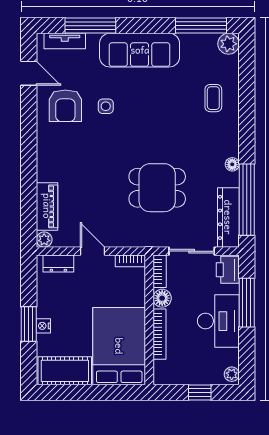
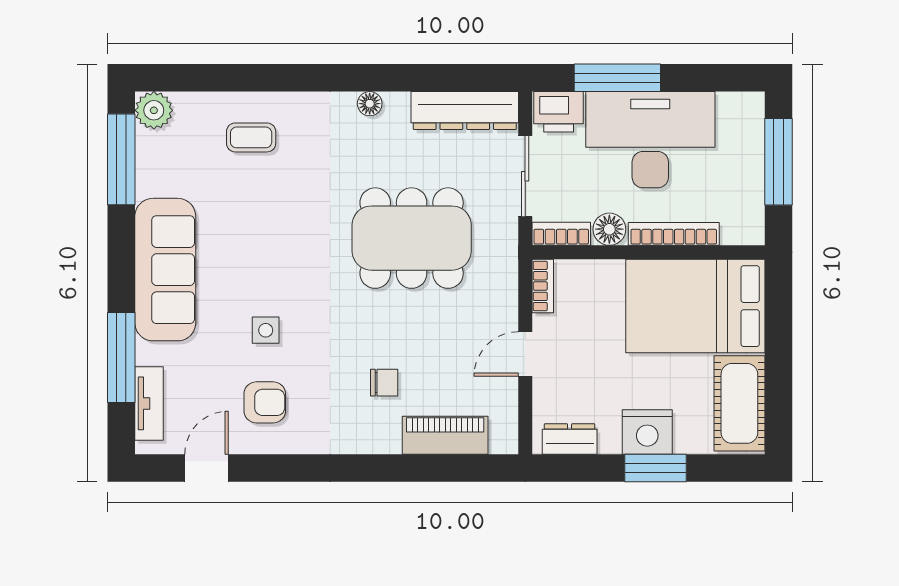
armchair: (65, 106) -> (265, 402), width x0.72, depth x0.72
chair: (76, 172) -> (384, 383), added
dining table: (157, 188) -> (412, 238), width x1.38
window: (247, 200) -> (433, 78), removed
plant: (44, 240) -> (504, 440), removed
dresser: (58, 264) -> (570, 439), moved, turned -90
desk: (218, 321) -> (650, 140), width x1.36, depth x1.30
nightstand: (43, 326) -> (647, 432), width x1.89, depth x1.79
plant: (232, 374) -> (746, 105), removed
window: (200, 393) -> (778, 162), width x2.17

